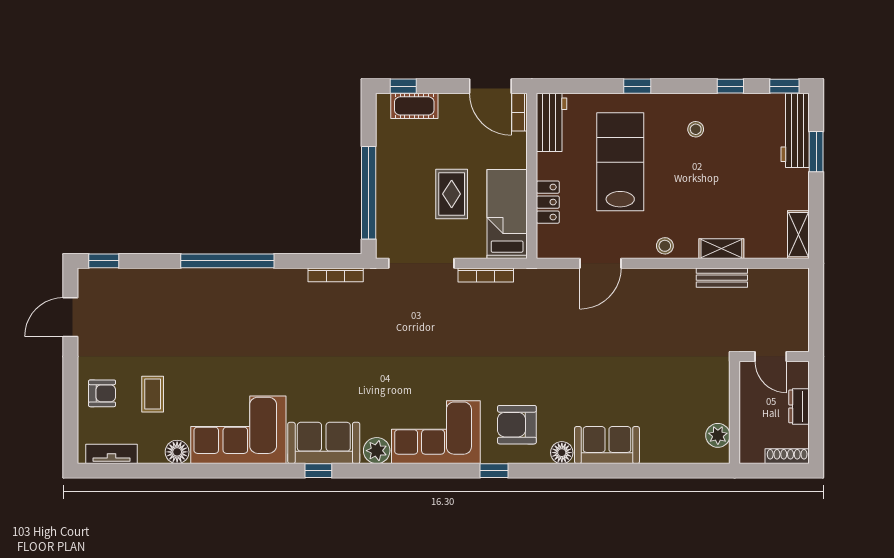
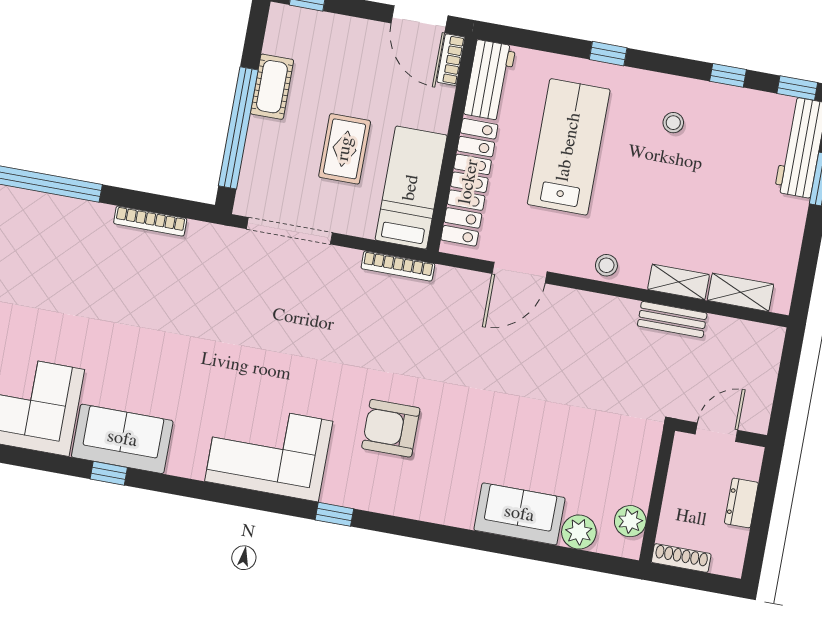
cot: (414, 106) -> (272, 87), moved, turned 90
locker: (548, 202) -> (469, 182), width x2.16, depth x1.21
shelving: (798, 235) -> (741, 292), moved, turned 90
bookcase: (336, 275) -> (150, 221), moved
bookcase: (486, 275) -> (398, 266), moved
door: (771, 357) -> (716, 432), swing flipped
armchair: (517, 425) -> (391, 428), moved
sofa: (607, 445) -> (519, 514), moved
plant: (377, 451) -> (579, 532), moved
floor lamp: (562, 453) -> (426, 507), removed
shoe rack: (787, 456) -> (681, 558), moved

